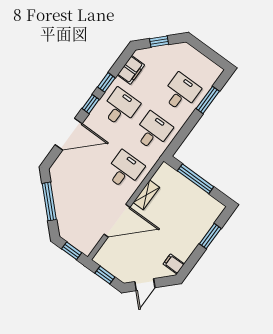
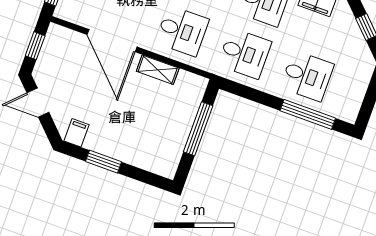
window: (208, 100) -> (308, 114), width x1.44
window: (210, 236) -> (104, 162), moved

